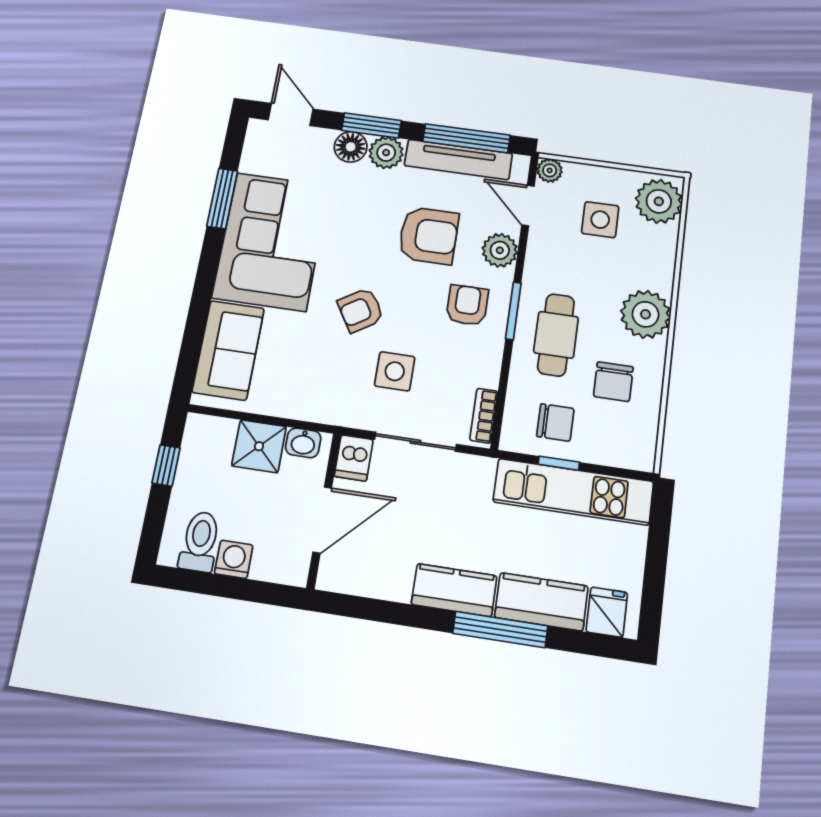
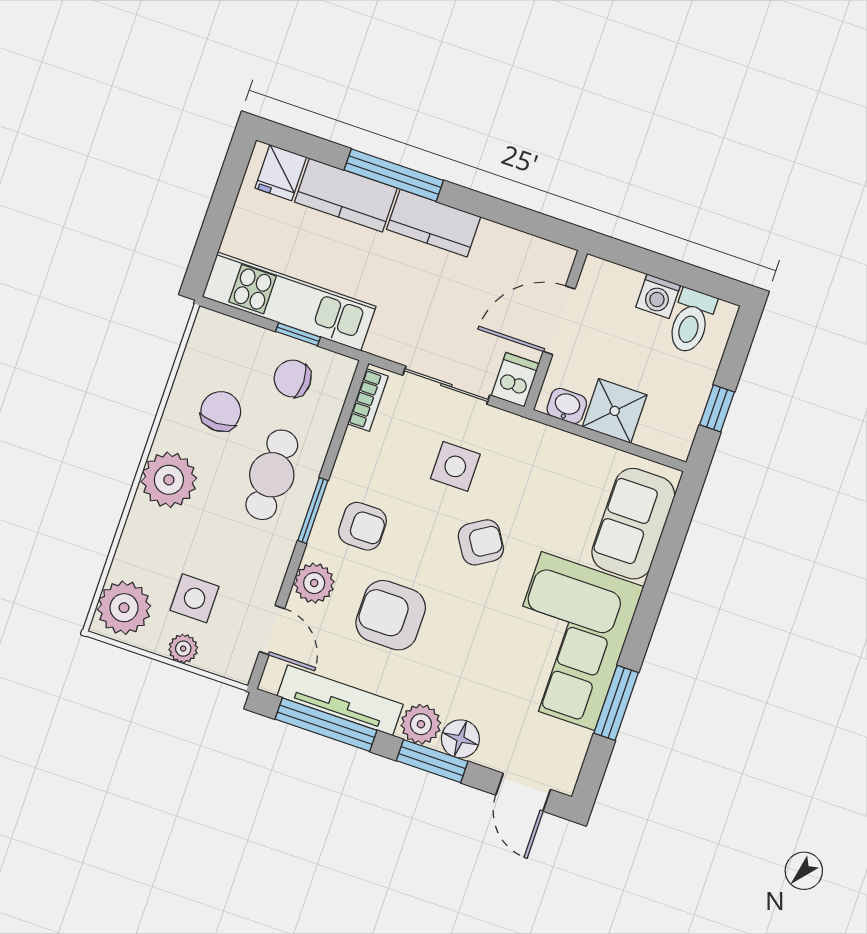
plant: (550, 170) -> (183, 649), moved
armchair: (467, 305) -> (362, 526), turned -90

